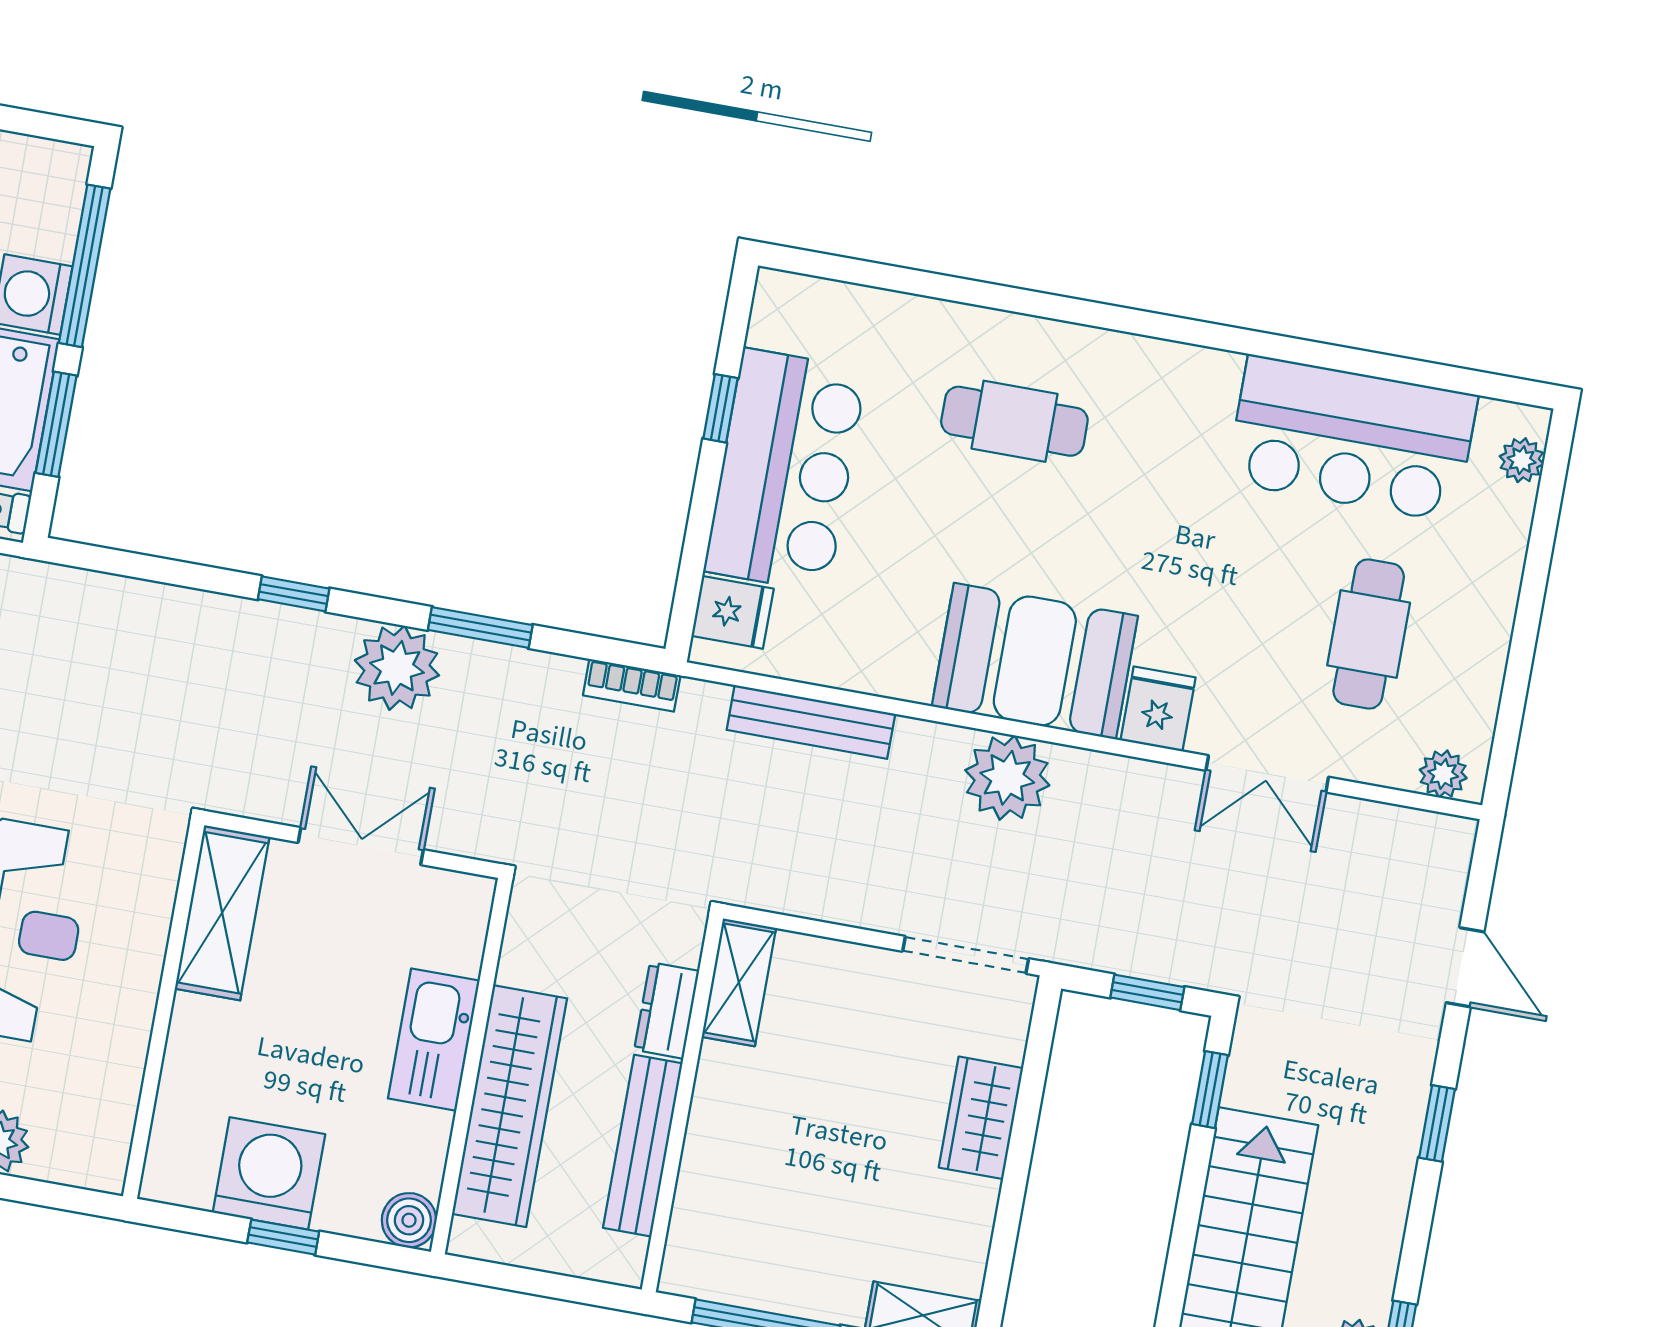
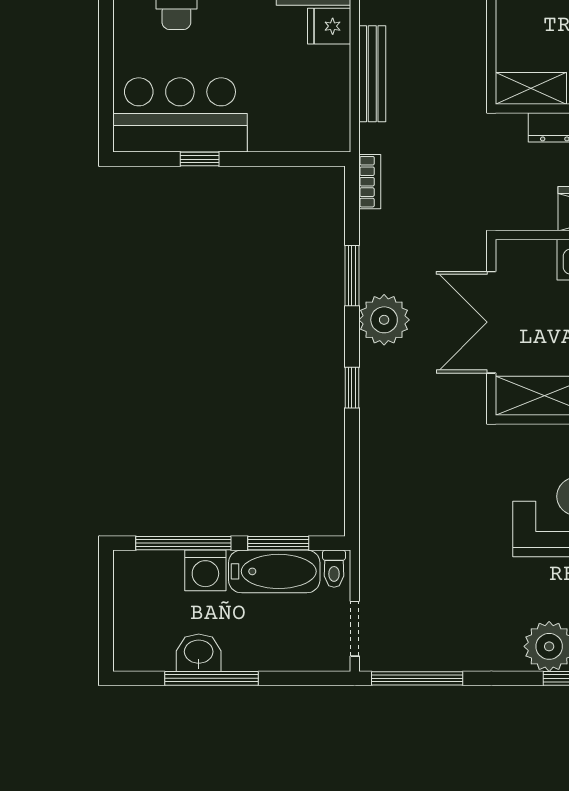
bar counter: (785, 470) -> (180, 115), moved
fridge: (733, 612) -> (329, 26), moved, turned -90
double door: (361, 846) -> (491, 322), width x1.37

